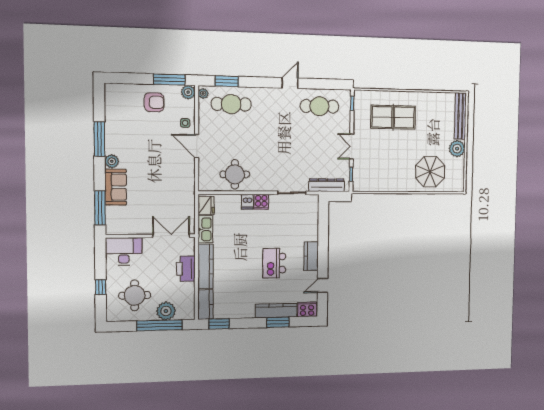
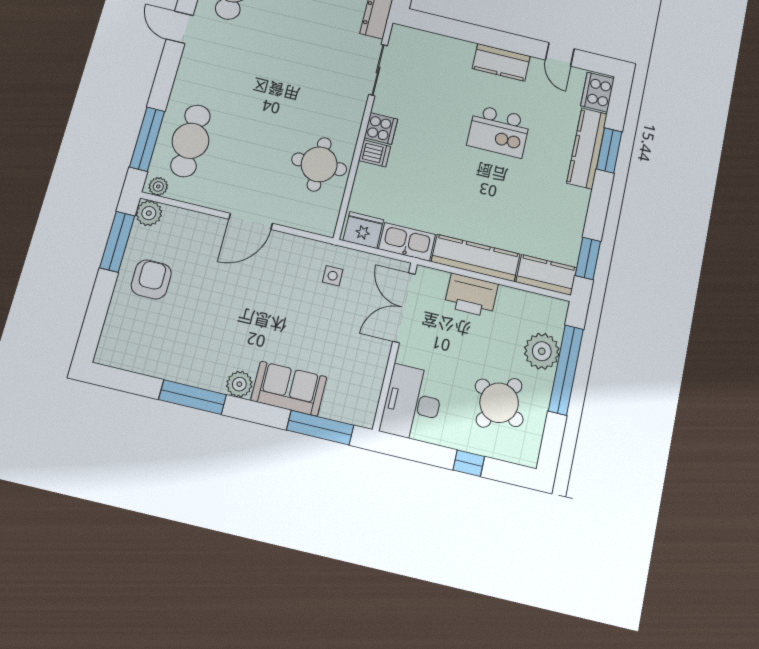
window: (227, 81) -> (147, 139), width x1.44
side table: (185, 123) -> (333, 276), moved
round table: (135, 295) -> (499, 403), turned 31

